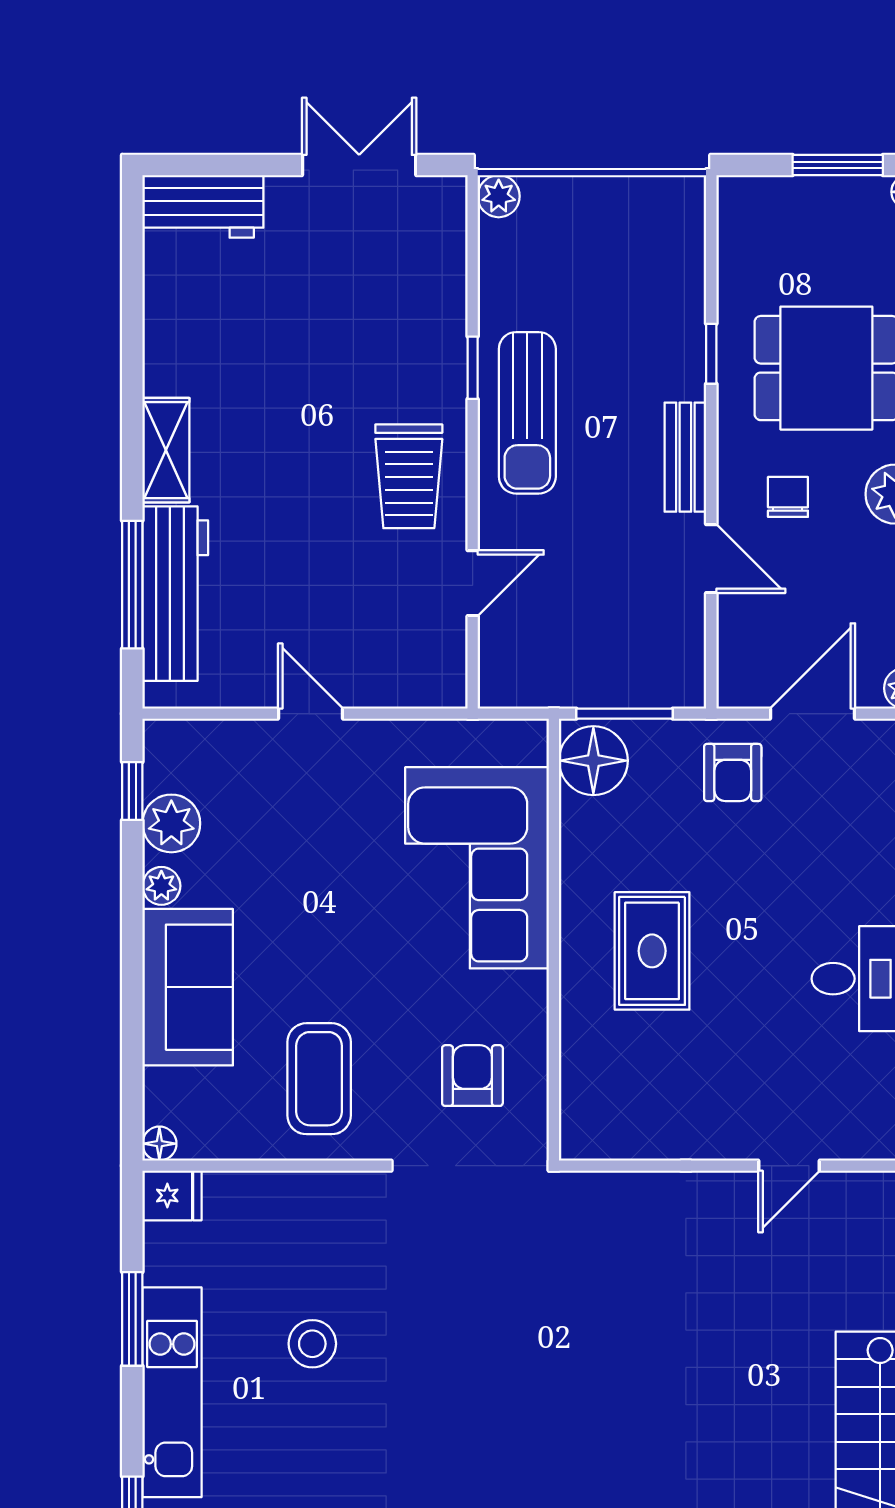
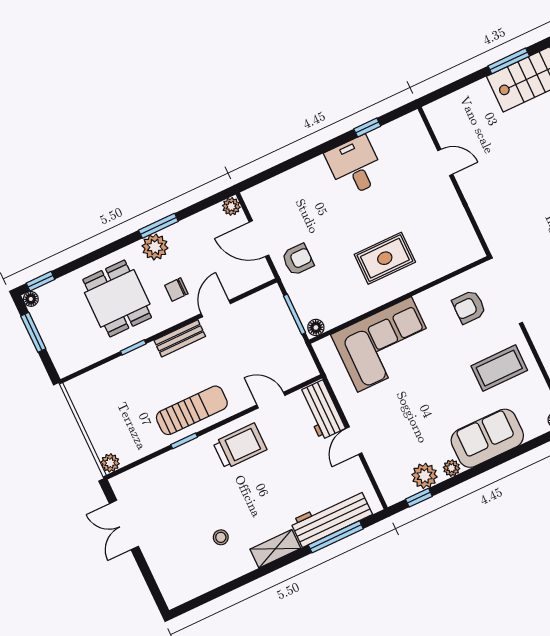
workbench: (203, 206) -> (322, 410), moved, turned 180
stool: (241, 350) -> (221, 537), added
floor lamp: (593, 761) -> (316, 327), width x0.53, depth x0.53

